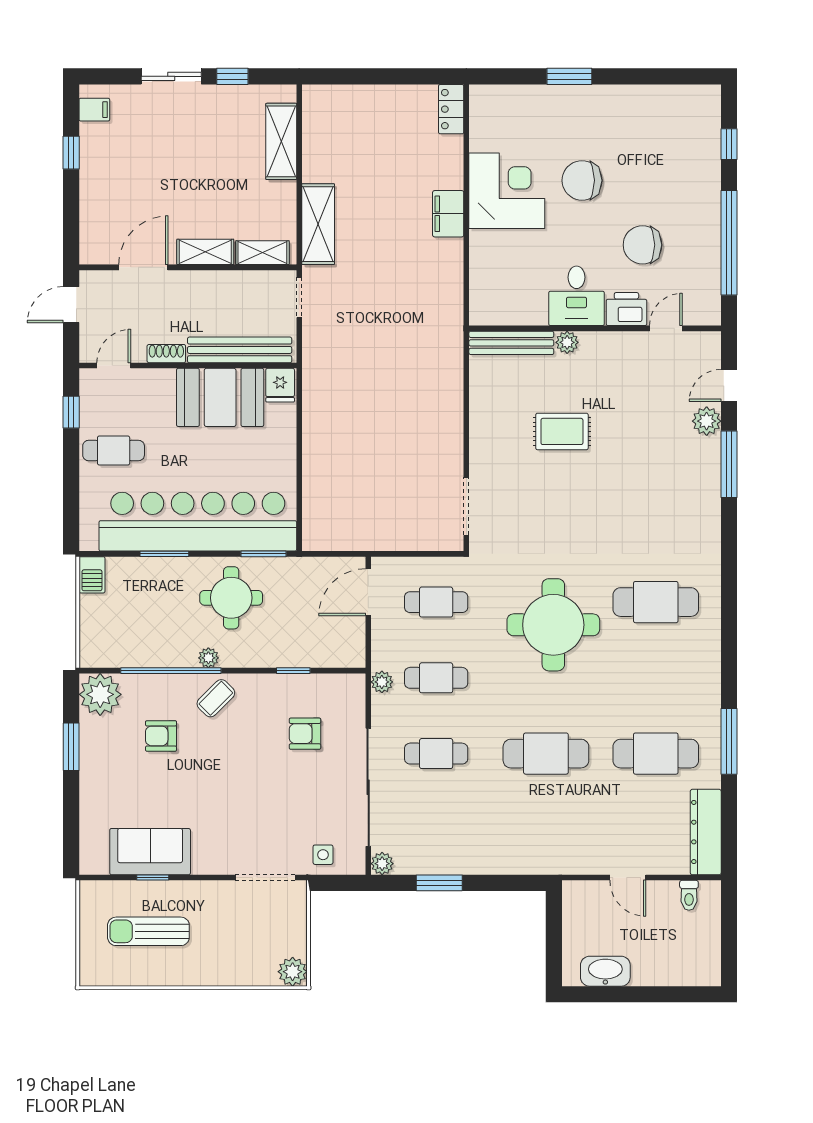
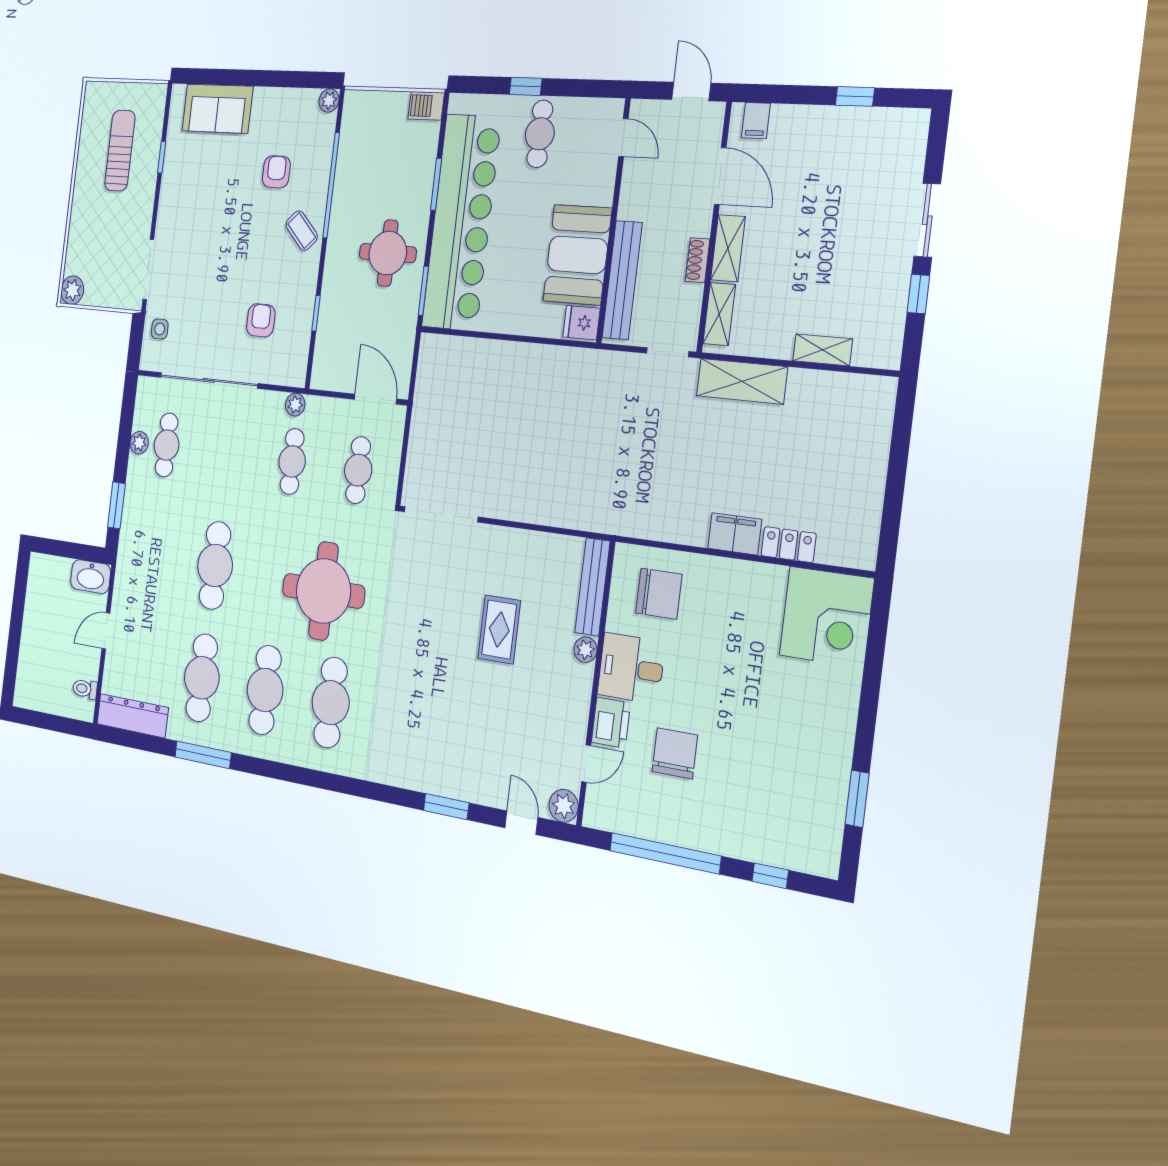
window: (569, 76) -> (857, 799), moved
locker: (451, 109) -> (789, 545), moved
filing cabinet: (94, 110) -> (756, 121), moved
shelving: (281, 141) -> (823, 350), width x0.67, depth x0.75
chair: (582, 180) -> (659, 594), moved, turned 90
corner desk: (507, 191) -> (826, 617), moved
door: (666, 328) -> (586, 764), hinge flipped
shoe rack: (166, 354) -> (698, 260), moved, turned 180
window: (71, 412) -> (526, 86), moved
plant: (707, 421) -> (564, 806), moved
window: (729, 464) -> (446, 807), width x0.69
doorway: (466, 506) -> (441, 514), width x1.36
plant: (208, 658) -> (338, 225), removed
cafe table: (656, 678) -> (265, 690), added
plant: (100, 694) -> (329, 100), width x0.53, depth x0.53
window: (71, 747) -> (278, 79), removed
cafe table: (436, 754) -> (167, 445), moved
sofa: (150, 852) -> (217, 109), moved, turned 90
plant: (382, 864) -> (139, 443), moved
window: (439, 883) -> (116, 505), moved
washbasin: (605, 971) -> (91, 577), moved, turned 90

